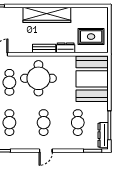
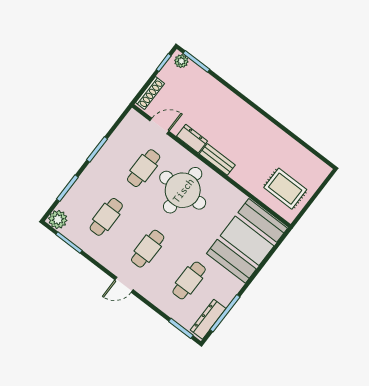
wardrobe: (47, 15) -> (252, 121), removed
dresser: (66, 48) -> (192, 139), moved

